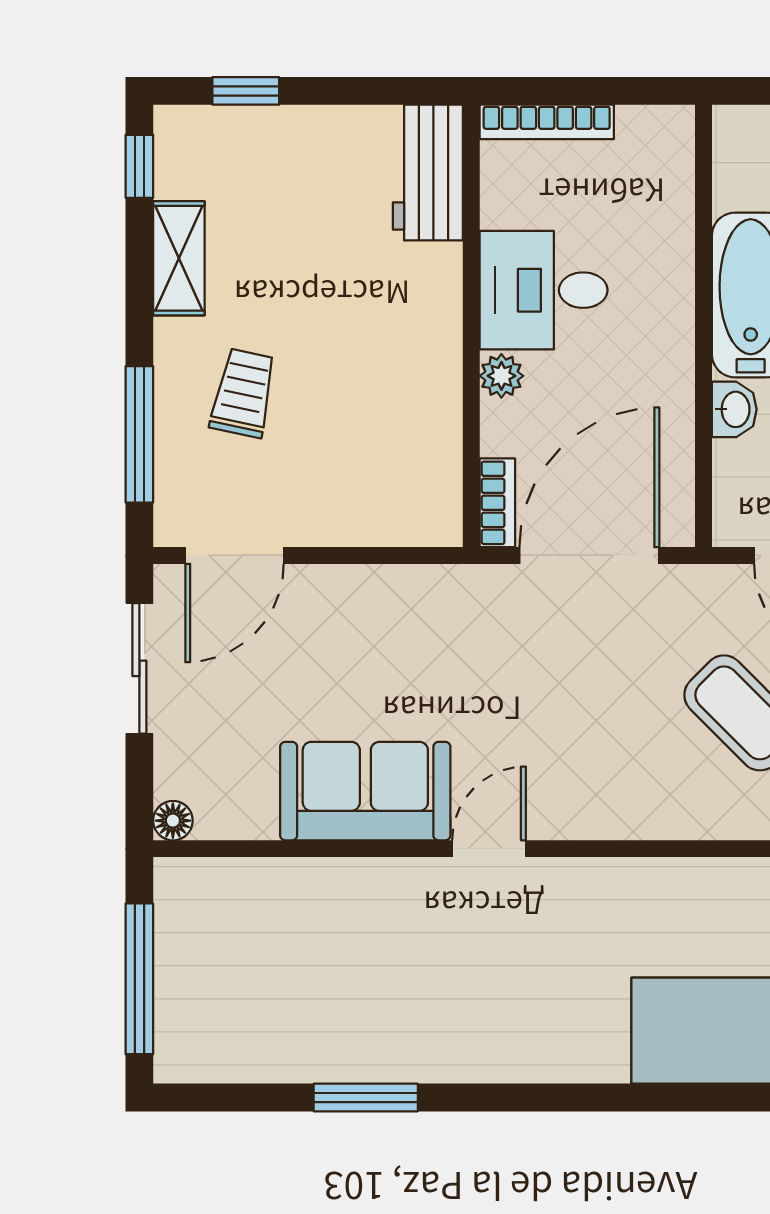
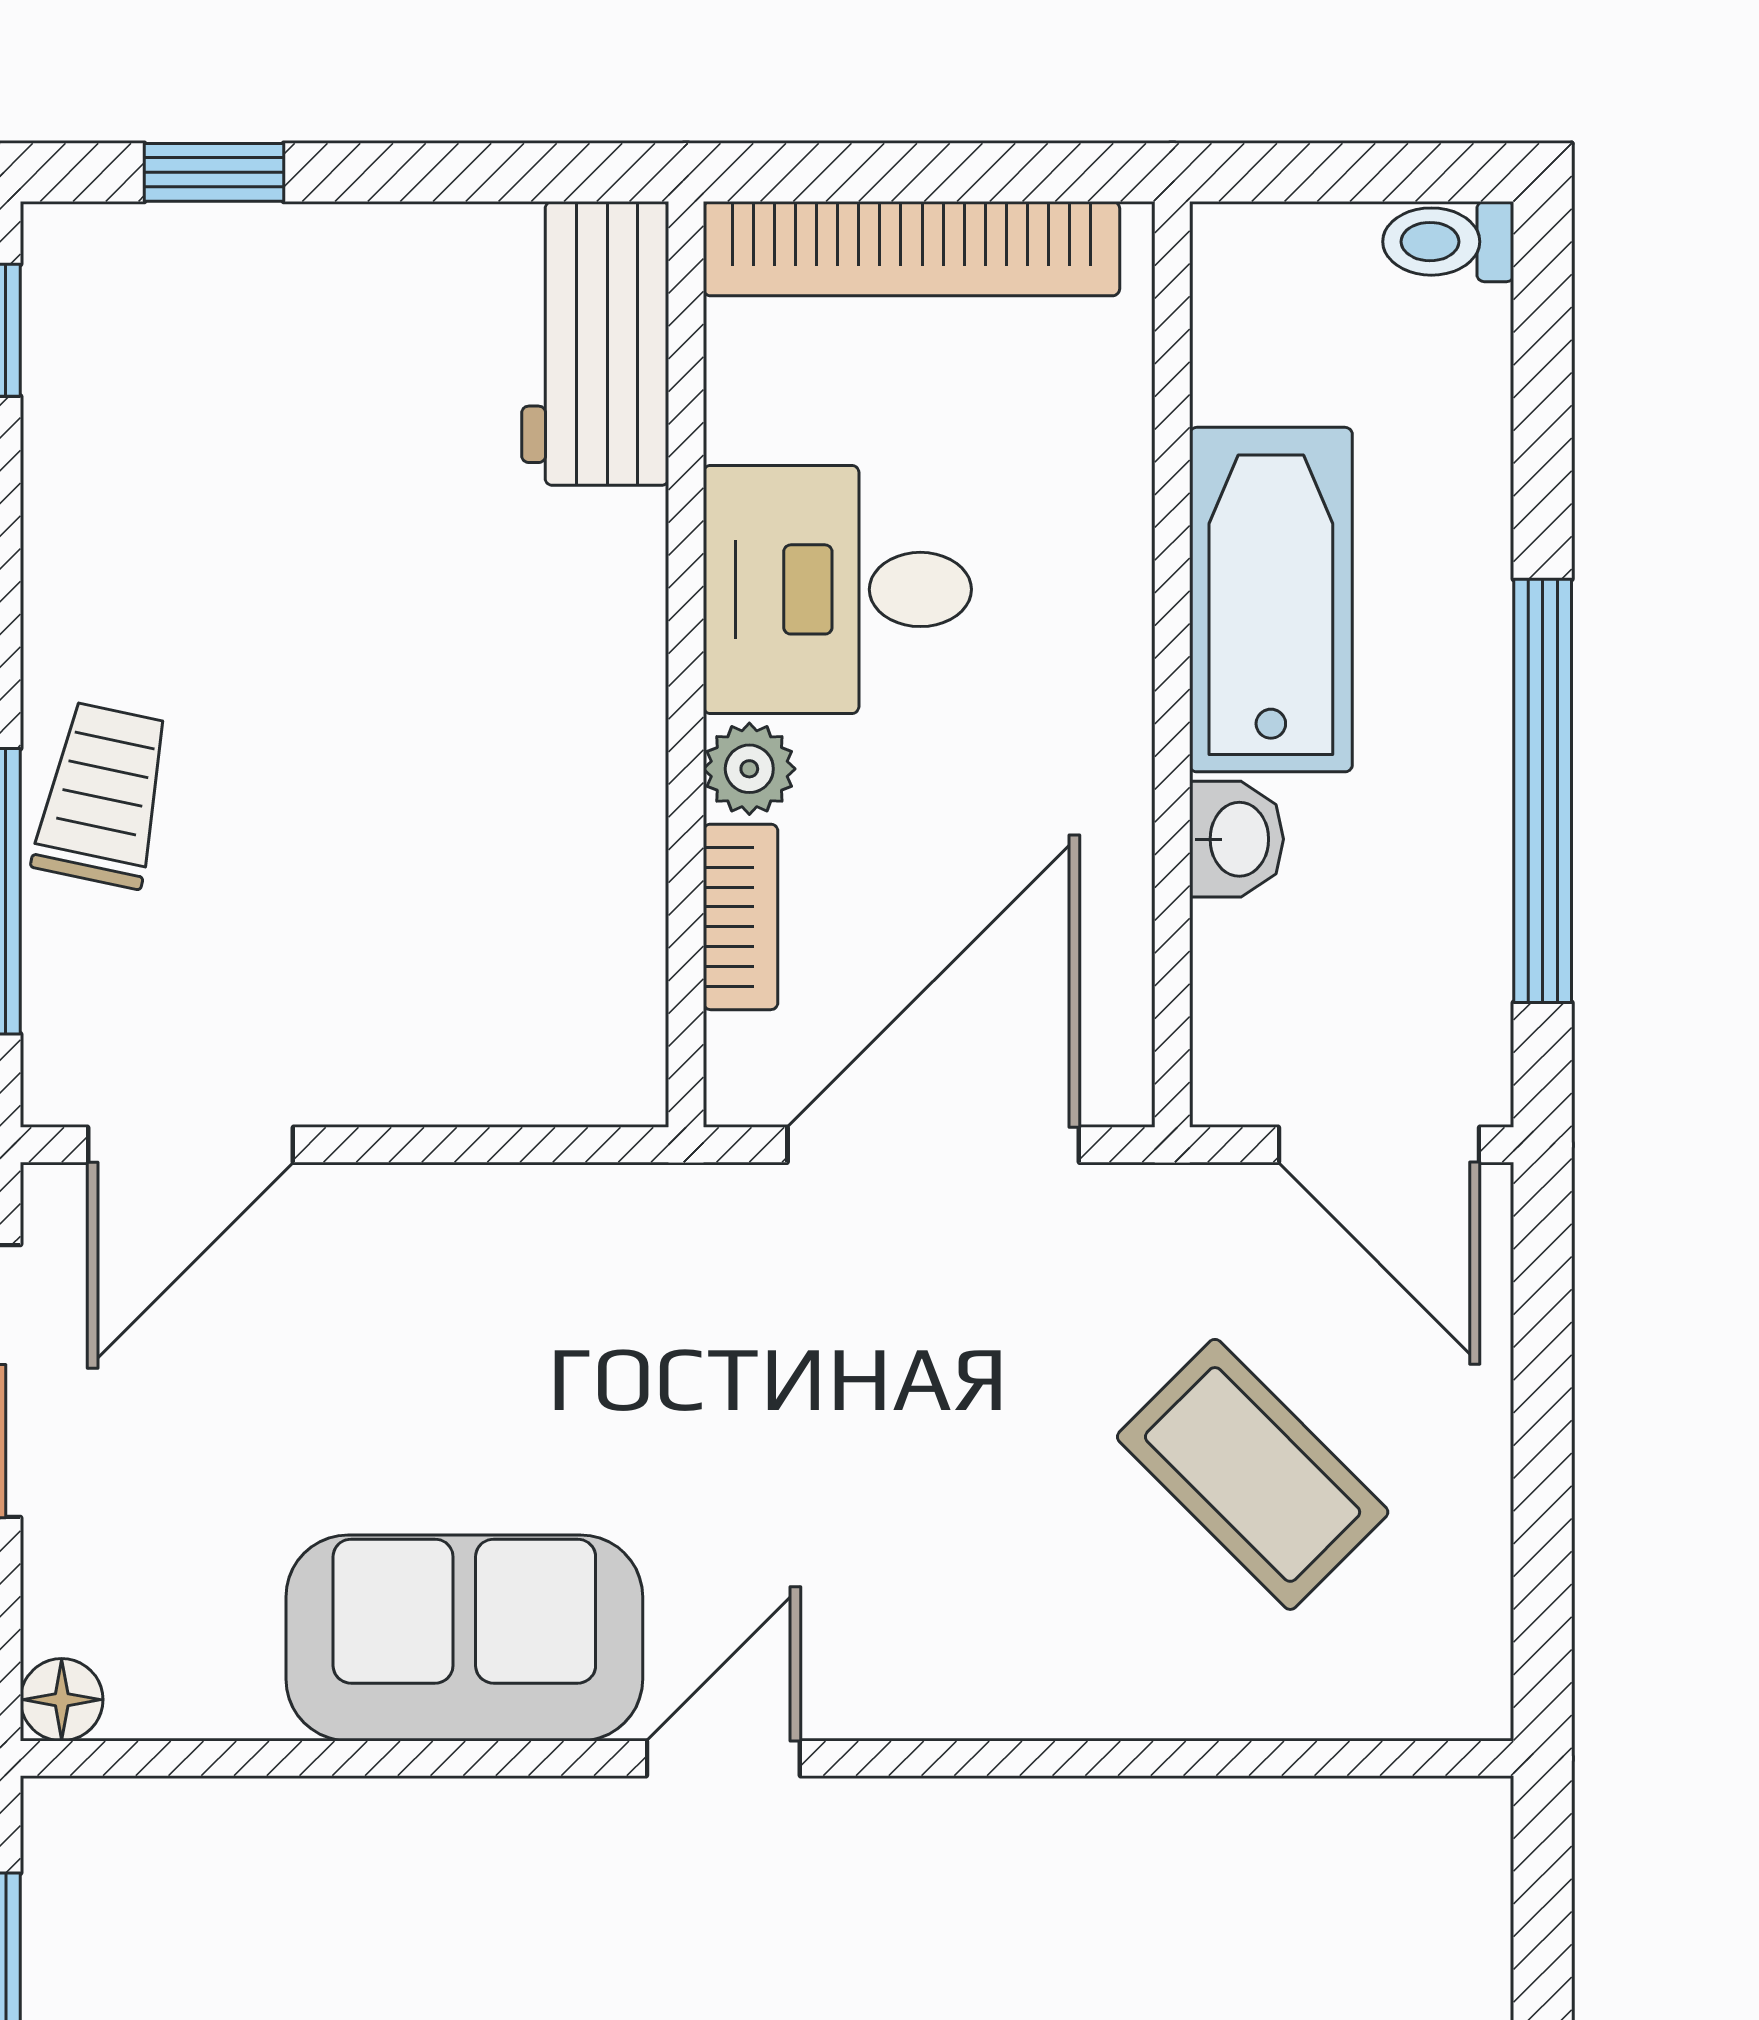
bookcase: (547, 122) -> (911, 249), width x1.48, depth x1.31
shelving: (179, 258) -> (74, 523), removed
trolley: (243, 393) -> (103, 795), moved
bookcase: (497, 503) -> (741, 917), moved

